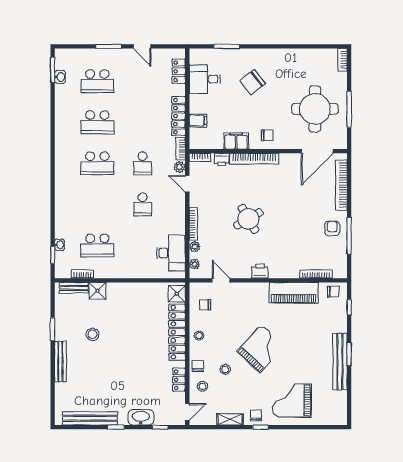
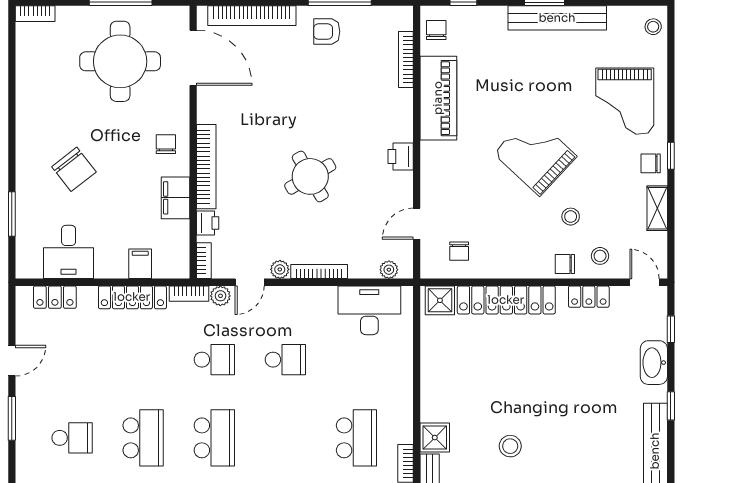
school desk: (97, 81) -> (72, 438), width x0.54
plant: (195, 247) -> (280, 269), moved
stool: (199, 336) -> (653, 27), moved

